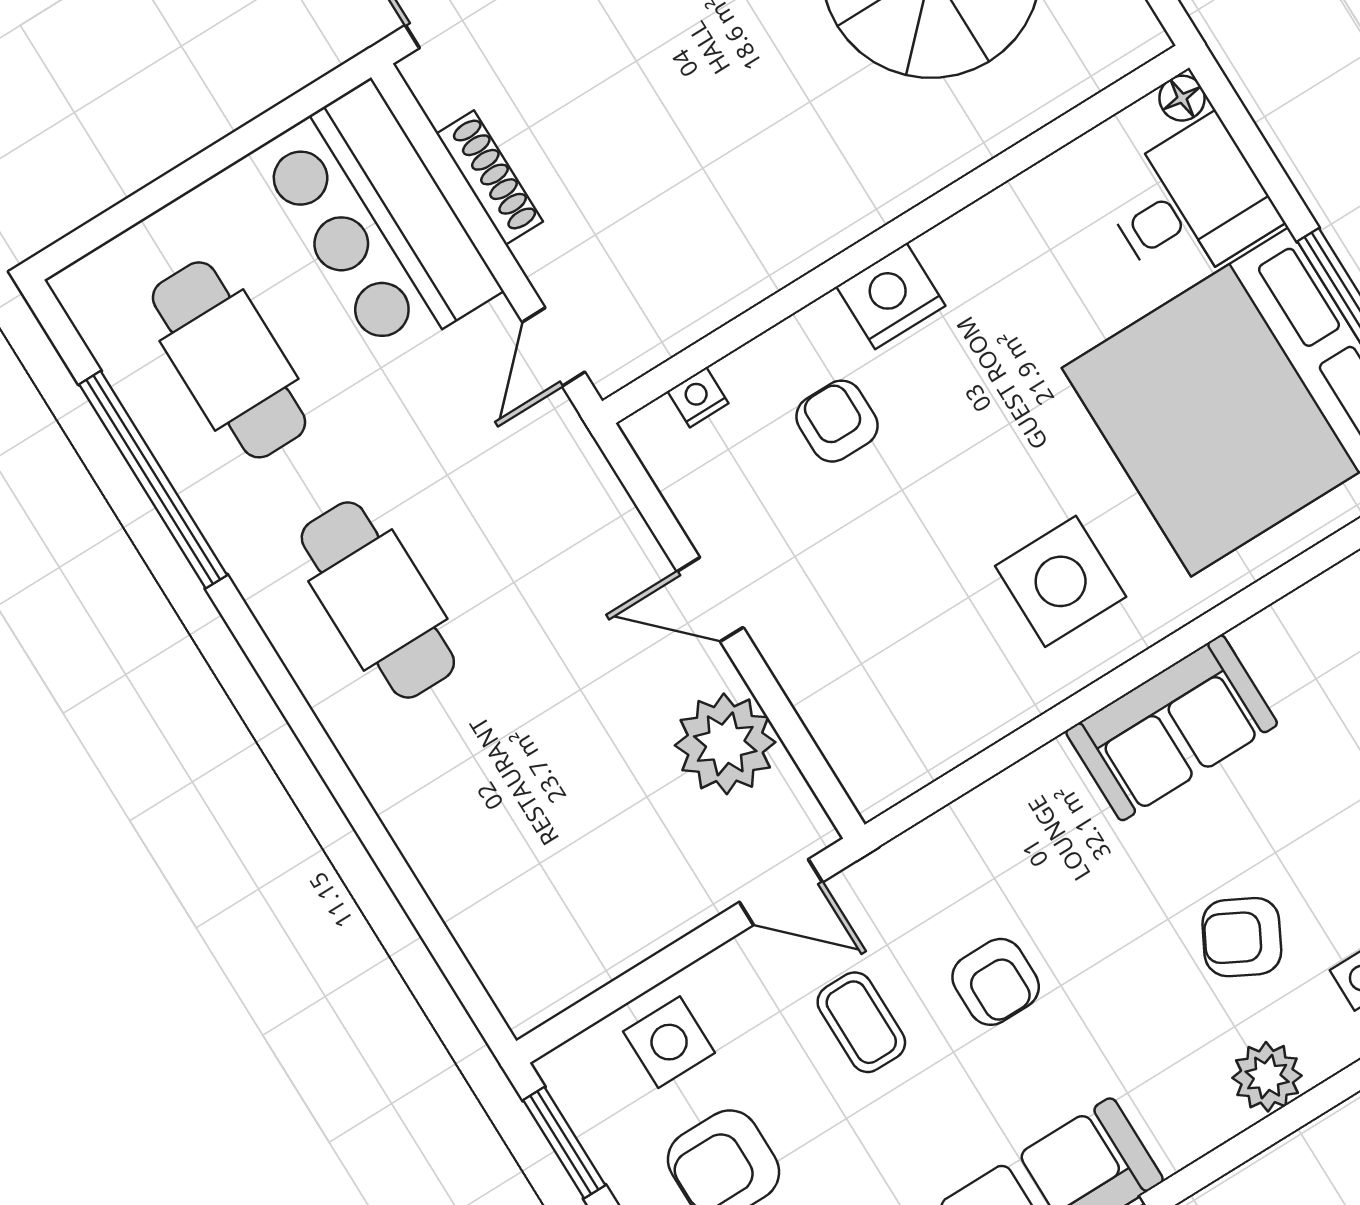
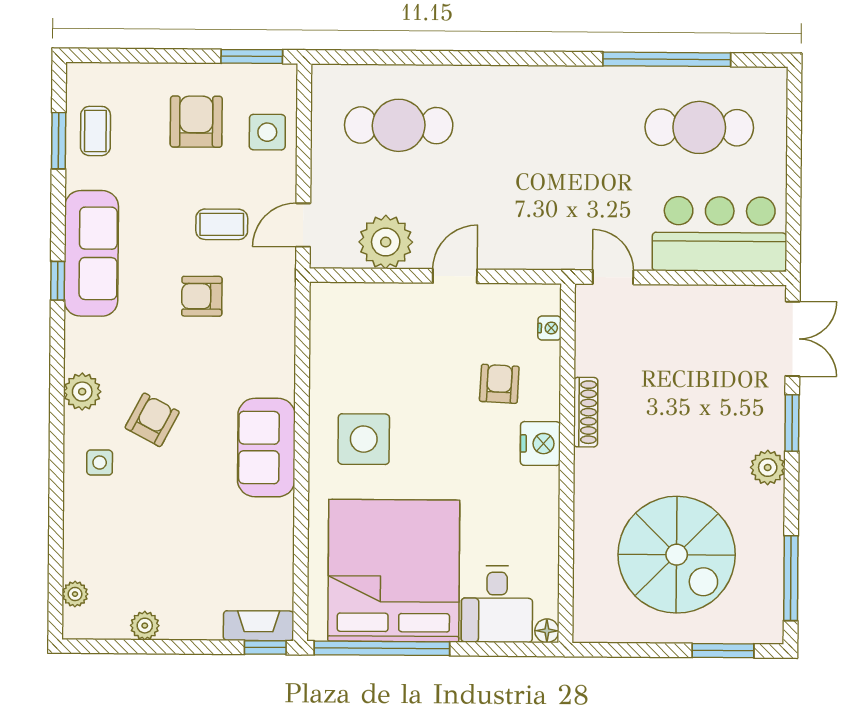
shoe rack: (490, 178) -> (586, 412), moved, turned -90
armchair: (837, 421) -> (499, 384), turned -87
cafe table: (378, 600) -> (399, 125), moved

